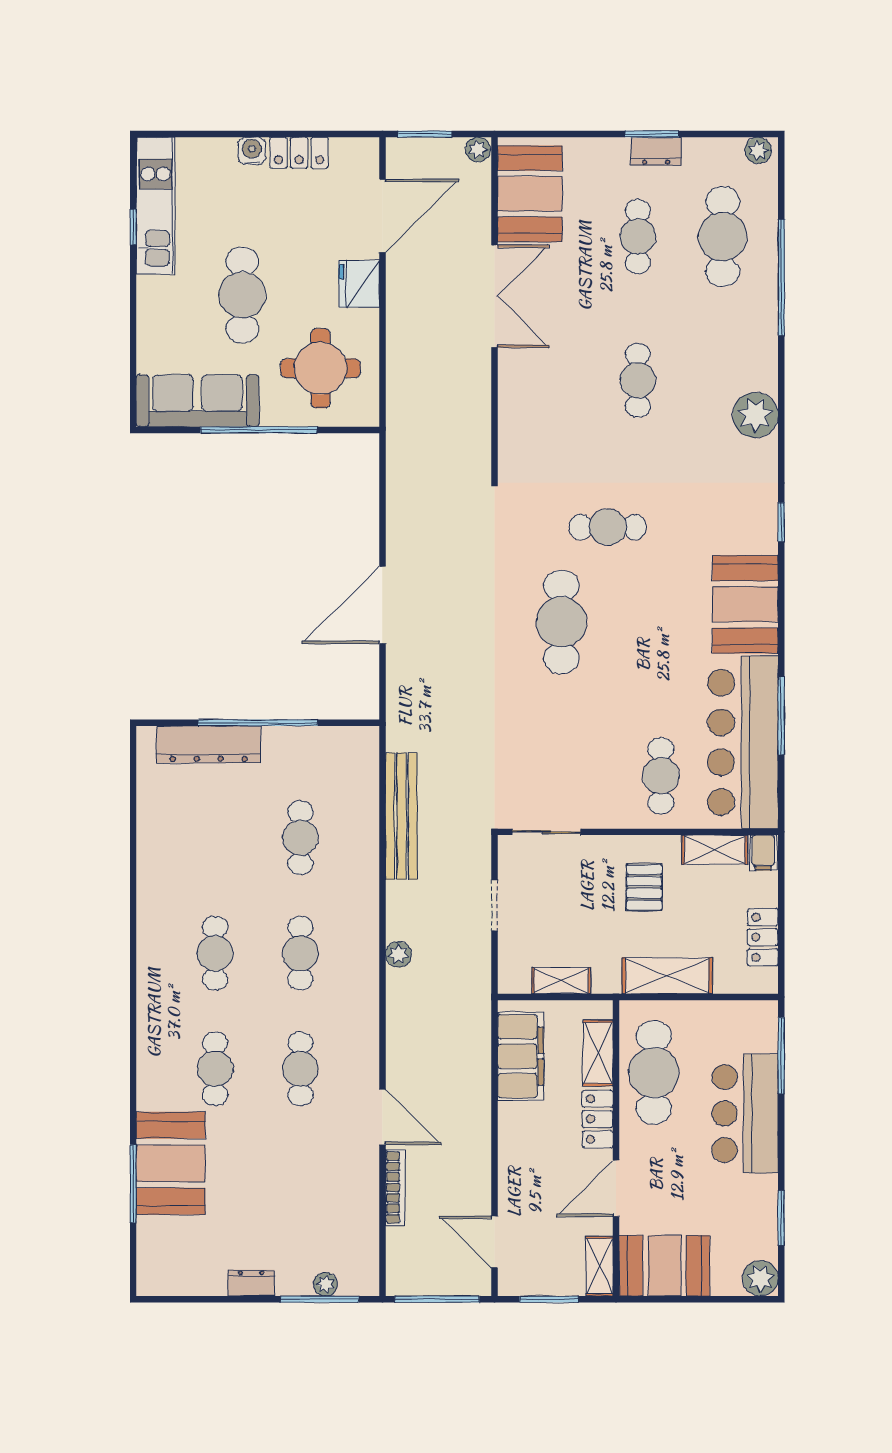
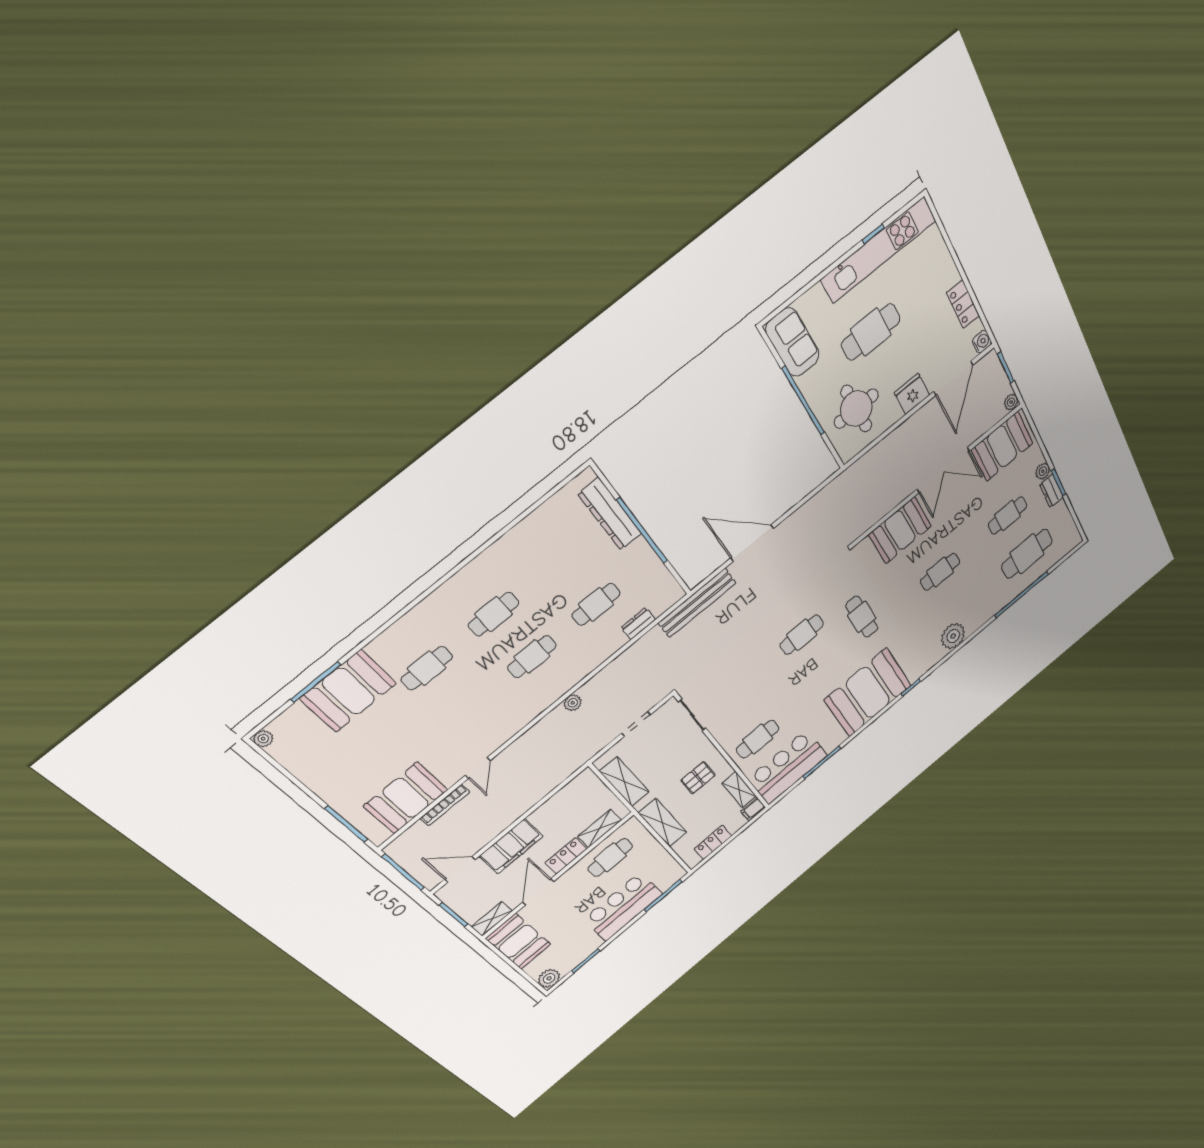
plant: (758, 150) -> (1043, 471), moved
water cooler: (252, 151) -> (982, 342), moved
kitchen unit: (156, 206) -> (879, 250), width x1.36
door: (382, 216) -> (953, 378), hinge flipped
sofa: (198, 401) -> (793, 342), width x0.73
booth: (529, 403) -> (900, 530), added
booth: (745, 604) -> (868, 692), width x1.36, depth x1.42
cafe table: (561, 622) -> (802, 635), width x0.73, depth x0.74
bar counter: (743, 742) -> (788, 767), width x0.73
bench: (401, 816) -> (697, 603), moved
shelving: (561, 981) -> (624, 782), width x1.50, depth x1.33
filing cabinet: (521, 1056) -> (511, 846), moved
cafe table: (300, 1069) -> (467, 709), removed
cafe table: (654, 1073) -> (610, 857), width x0.73, depth x0.74
door: (382, 1117) -> (478, 768), width x0.73
door: (616, 1188) -> (538, 892), hinge flipped
booth: (347, 1217) -> (406, 798), added
door: (495, 1242) -> (460, 869), hinge flipped
dresser: (251, 1283) -> (638, 624), moved, turned -90
plant: (325, 1284) -> (263, 739), moved

